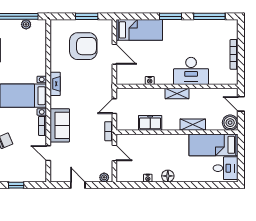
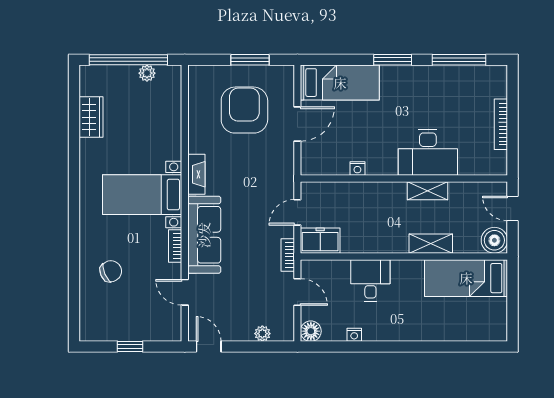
armchair: (83, 46) -> (244, 110), turned -90
door: (114, 54) -> (297, 124), hinge flipped
shelving: (177, 93) -> (427, 191), moved
freezer: (150, 123) -> (320, 241), moved
sofa: (60, 125) -> (204, 235), width x1.36
desk: (226, 168) -> (370, 280), moved, turned -90
floor lamp: (168, 176) -> (311, 331), moved
plant: (104, 177) -> (262, 334), moved
door: (78, 185) -> (209, 347), moved

